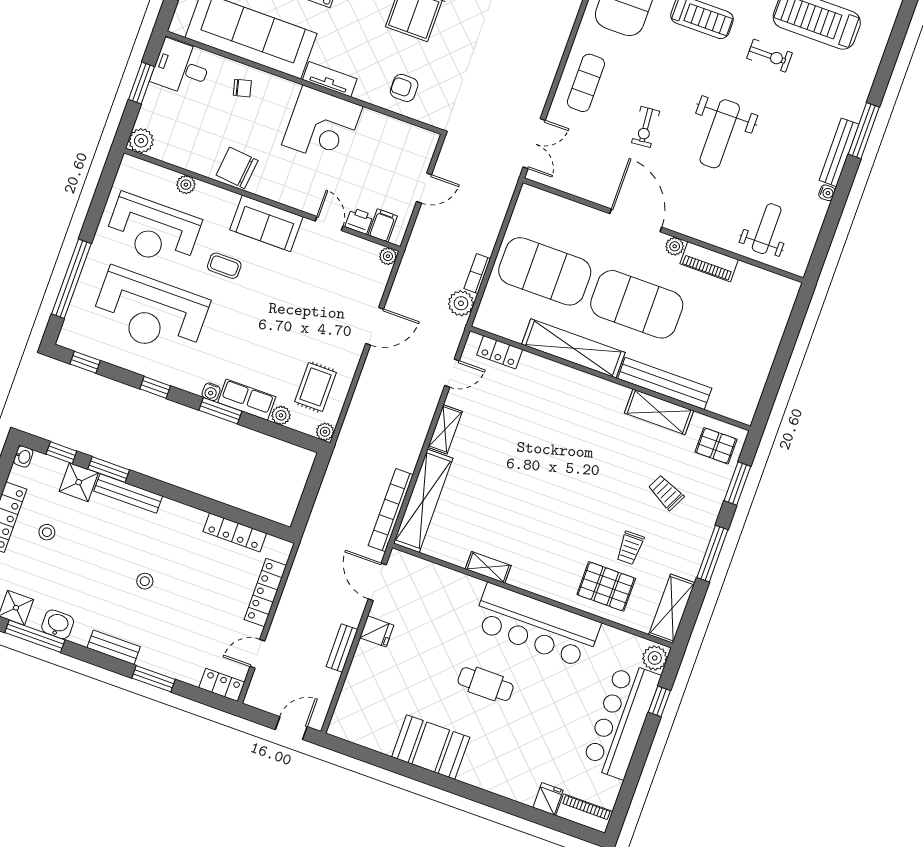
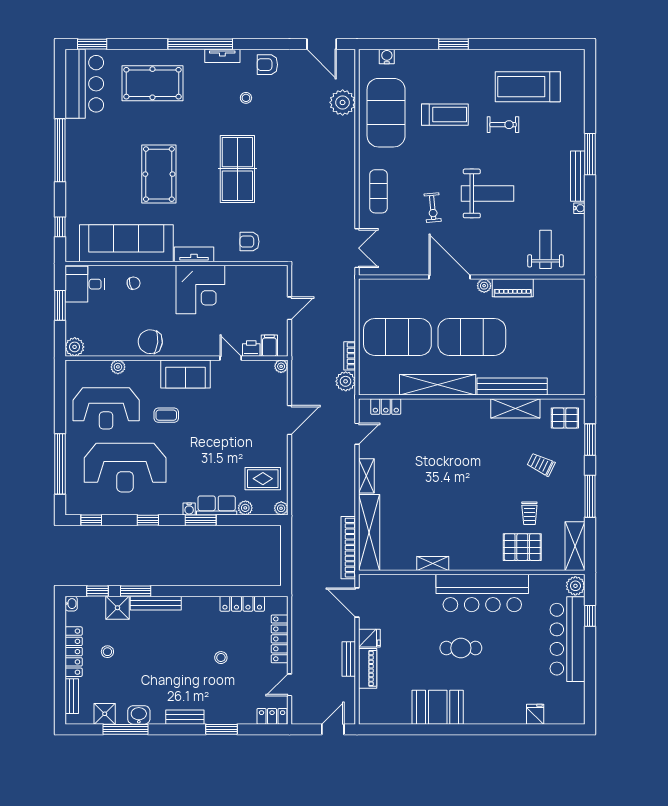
weight bench: (720, 134) -> (488, 193), turned -90
rug: (316, 387) -> (263, 479), turned 90
stool: (145, 581) -> (221, 658), moved
piano: (584, 813) -> (368, 668), moved, turned 90

